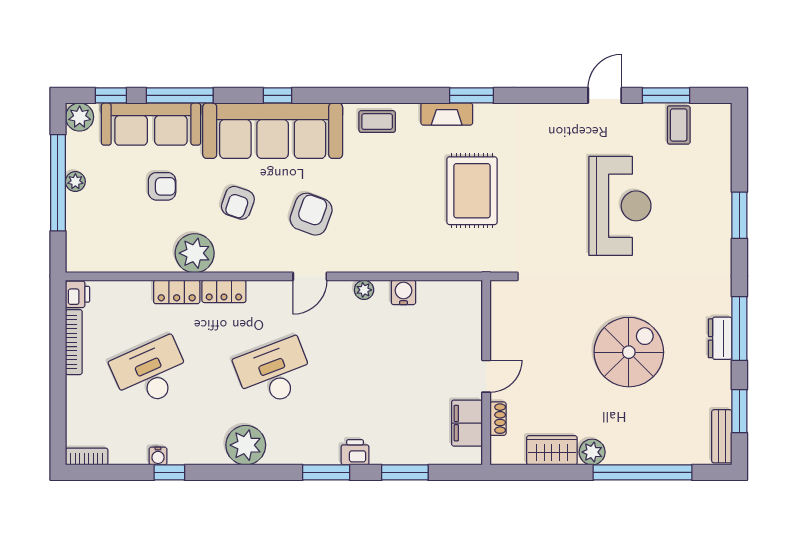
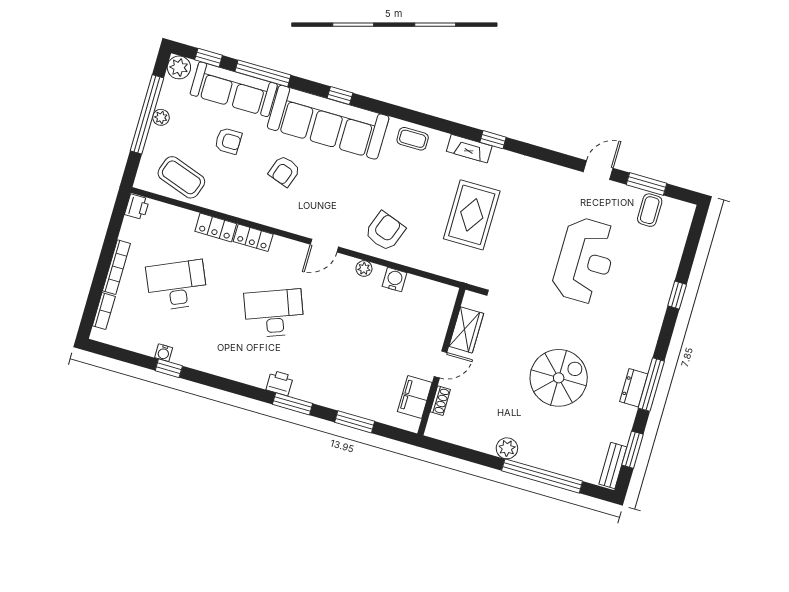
window: (472, 95) -> (493, 140), width x0.67
armchair: (311, 214) -> (385, 231), moved
window: (739, 215) -> (677, 295), width x0.67
coffee table: (120, 245) -> (181, 177), added
plant: (195, 253) -> (239, 201), removed
bookcase: (74, 342) -> (116, 267), moved
plant: (246, 445) -> (235, 364), removed
wardrobe: (552, 450) -> (466, 330), moved, turned 90
printer: (355, 452) -> (280, 383), moved
bookcase: (87, 456) -> (104, 311), moved, turned 90

